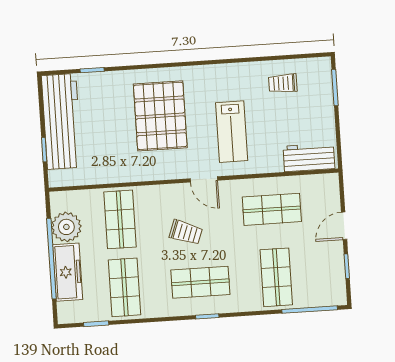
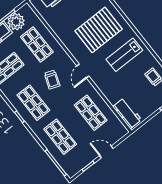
lab bench: (232, 132) -> (124, 55), moved
shop shelf: (120, 219) -> (37, 44), turned 90
shop shelf: (276, 277) -> (60, 137), turned 90

